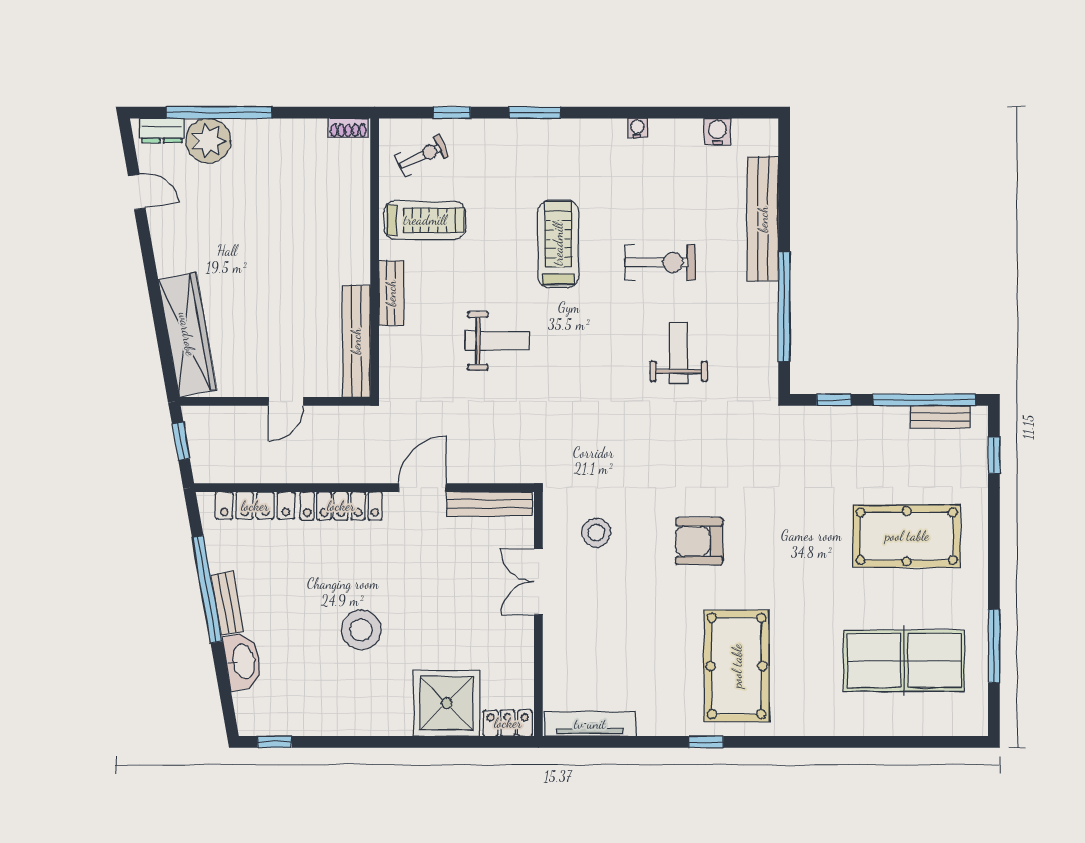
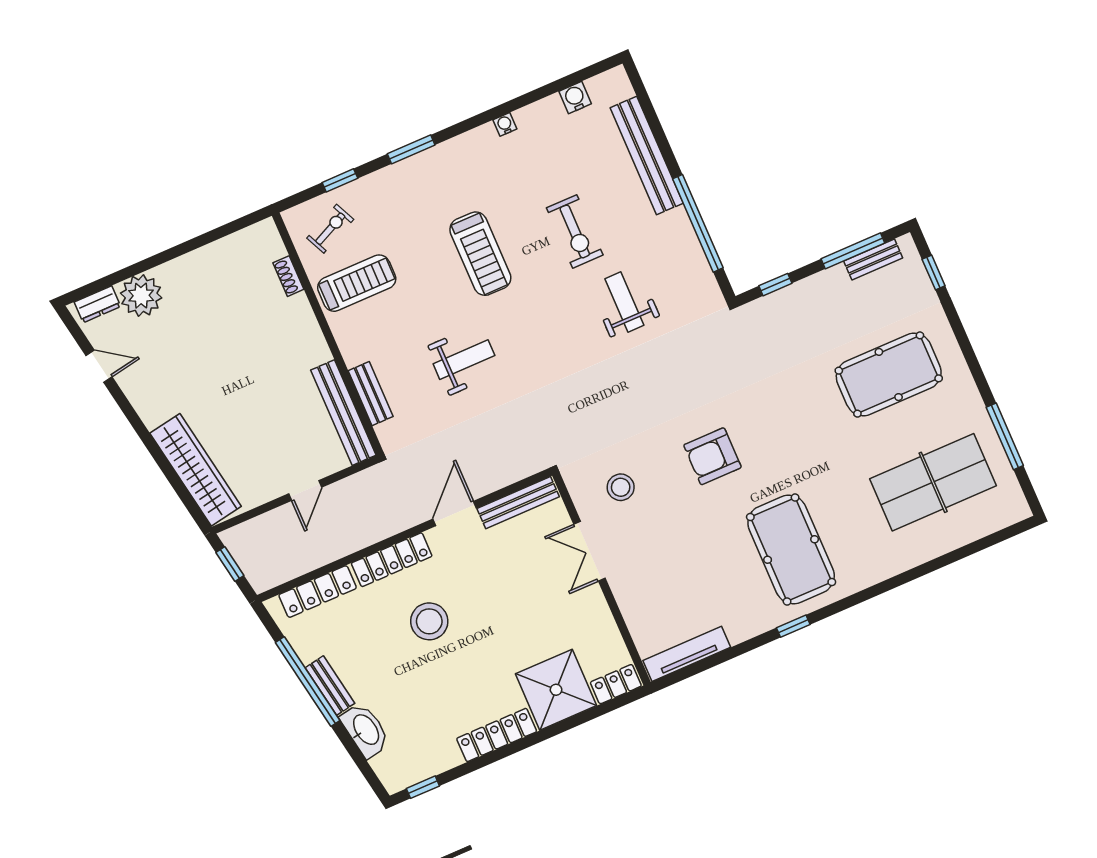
window: (219, 113) -> (140, 267), removed
shoe rack: (348, 128) -> (288, 276), moved, turned 90
treadmill: (558, 244) -> (480, 254), turned 180
exercise bike: (660, 262) -> (575, 231), turned 90
bench: (391, 293) -> (371, 394), moved
window: (924, 400) -> (853, 251), width x0.68
stool: (361, 630) -> (429, 621), moved
locker: (369, 722) -> (497, 735), added

